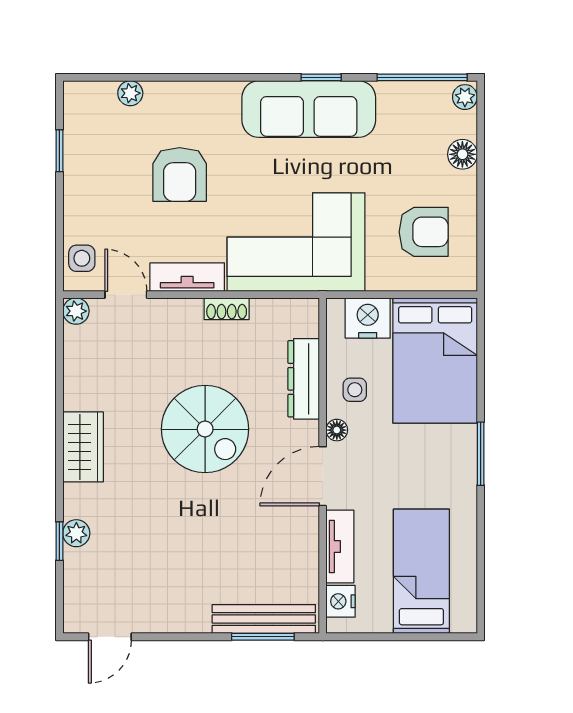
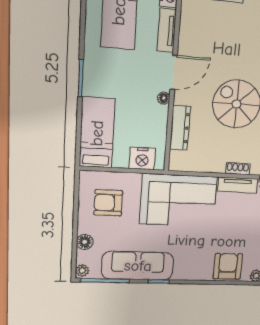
sofa: (309, 109) -> (138, 266), moved
armchair: (180, 174) -> (228, 266), moved
shoe rack: (227, 309) -> (238, 169), moved
bed: (435, 360) -> (97, 133), width x0.67
side table: (355, 390) -> (152, 120), removed

